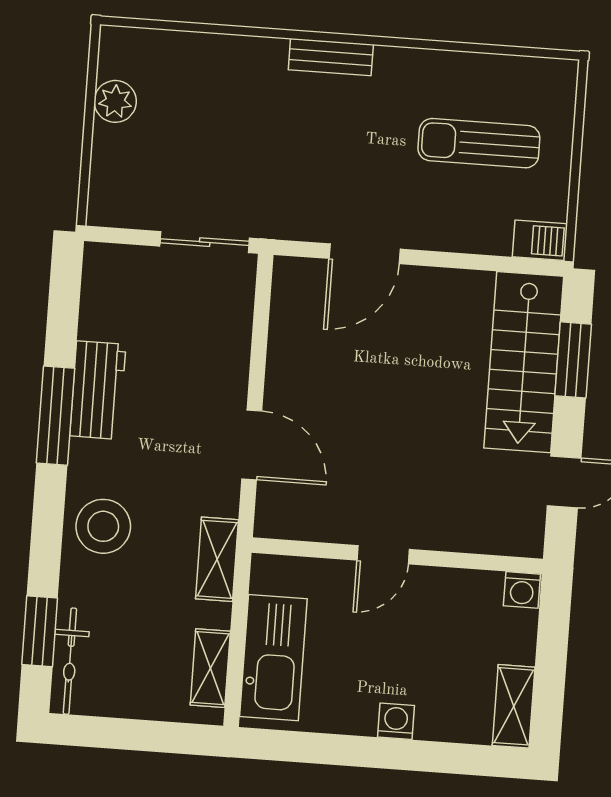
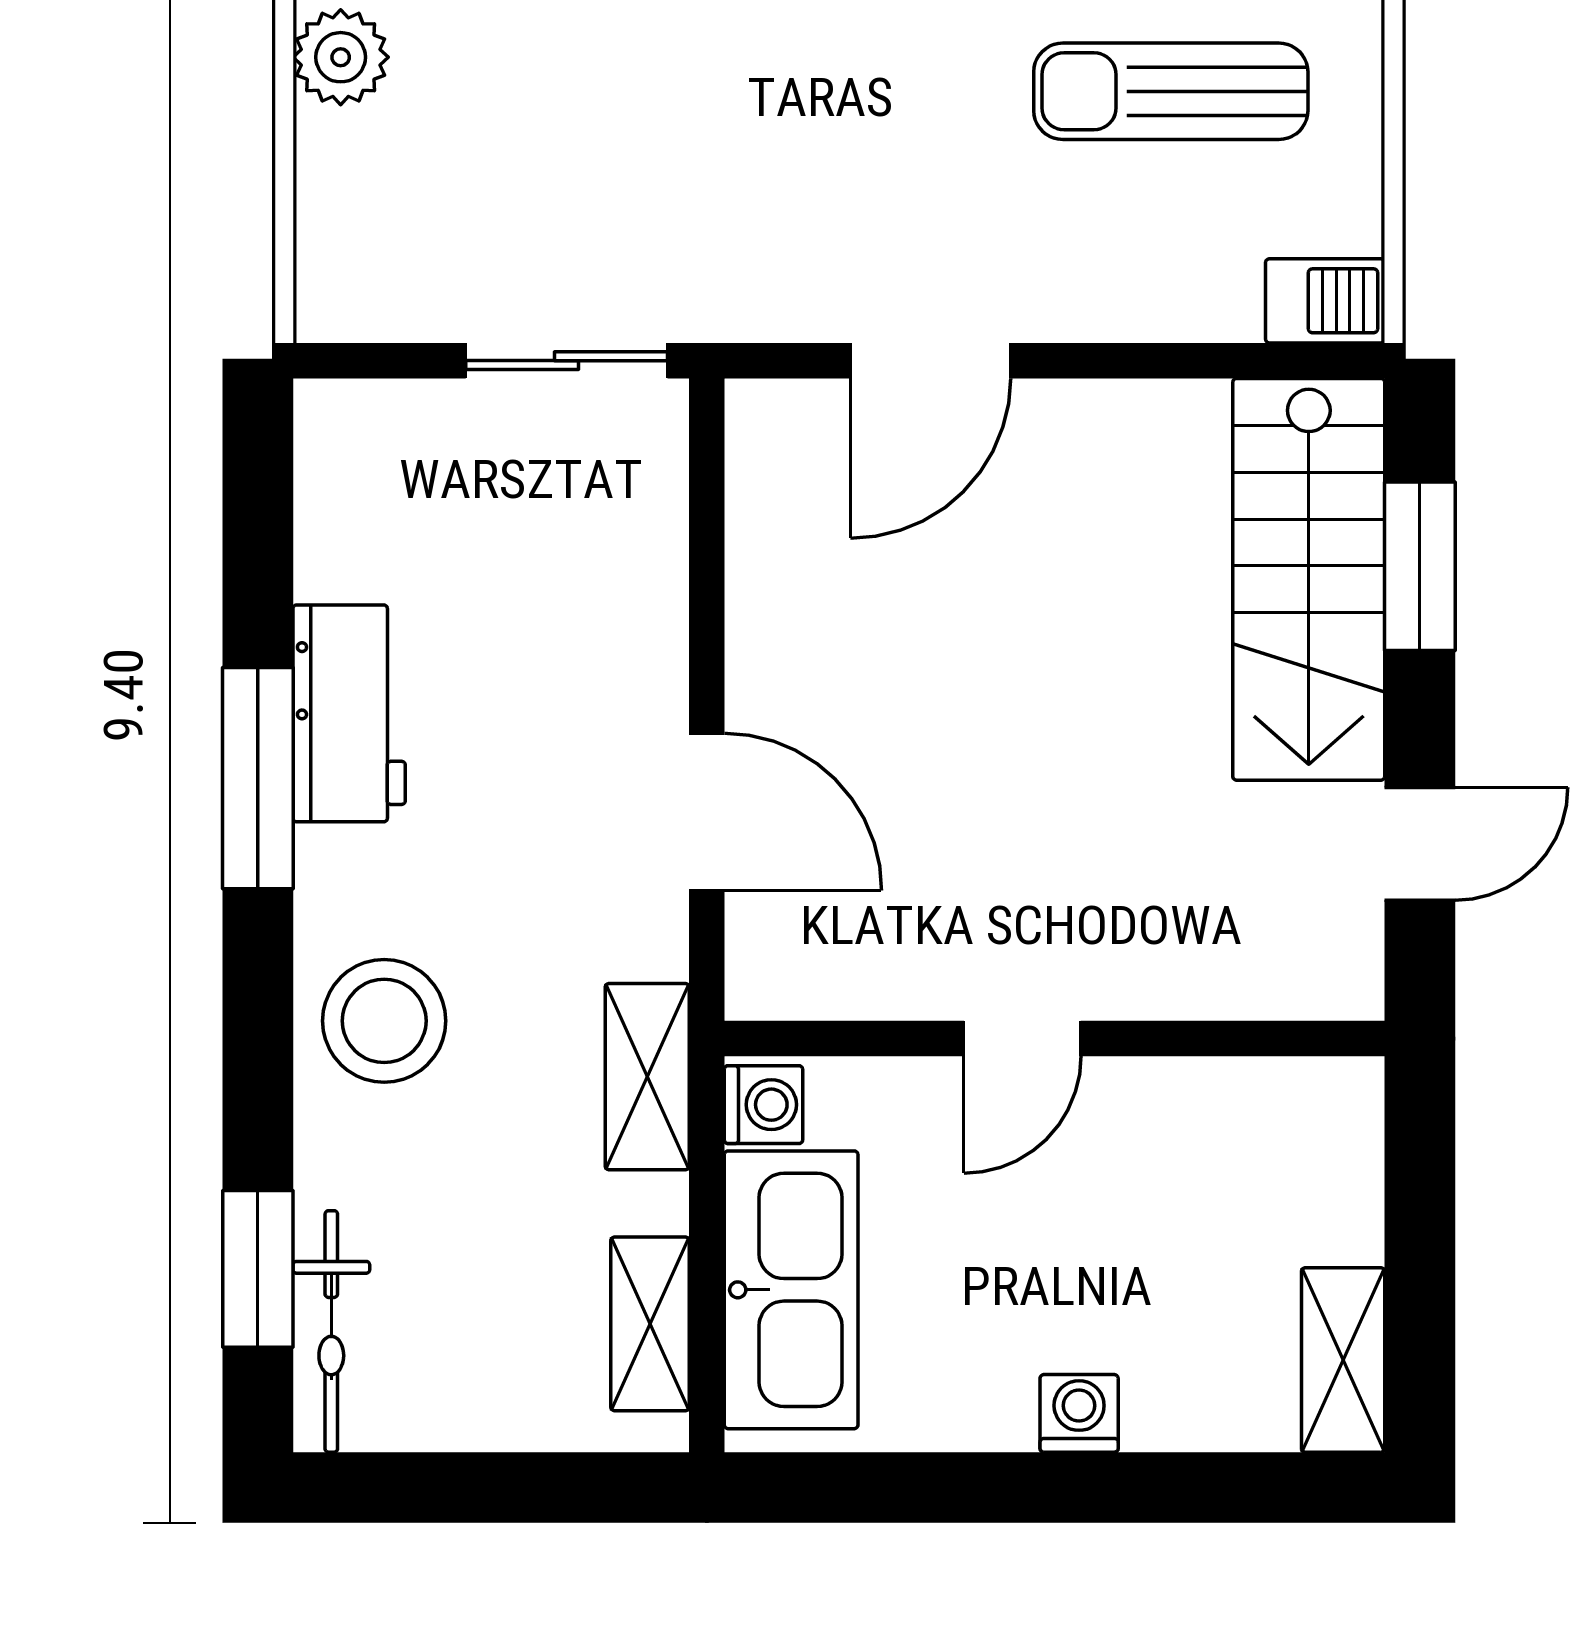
washing machine: (522, 590) -> (763, 1105), moved, turned -90

